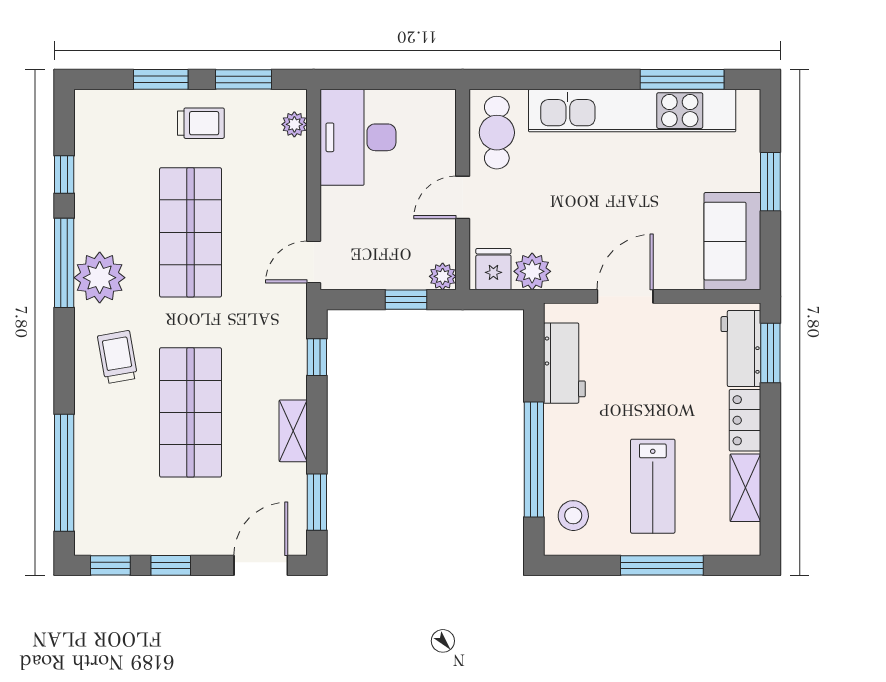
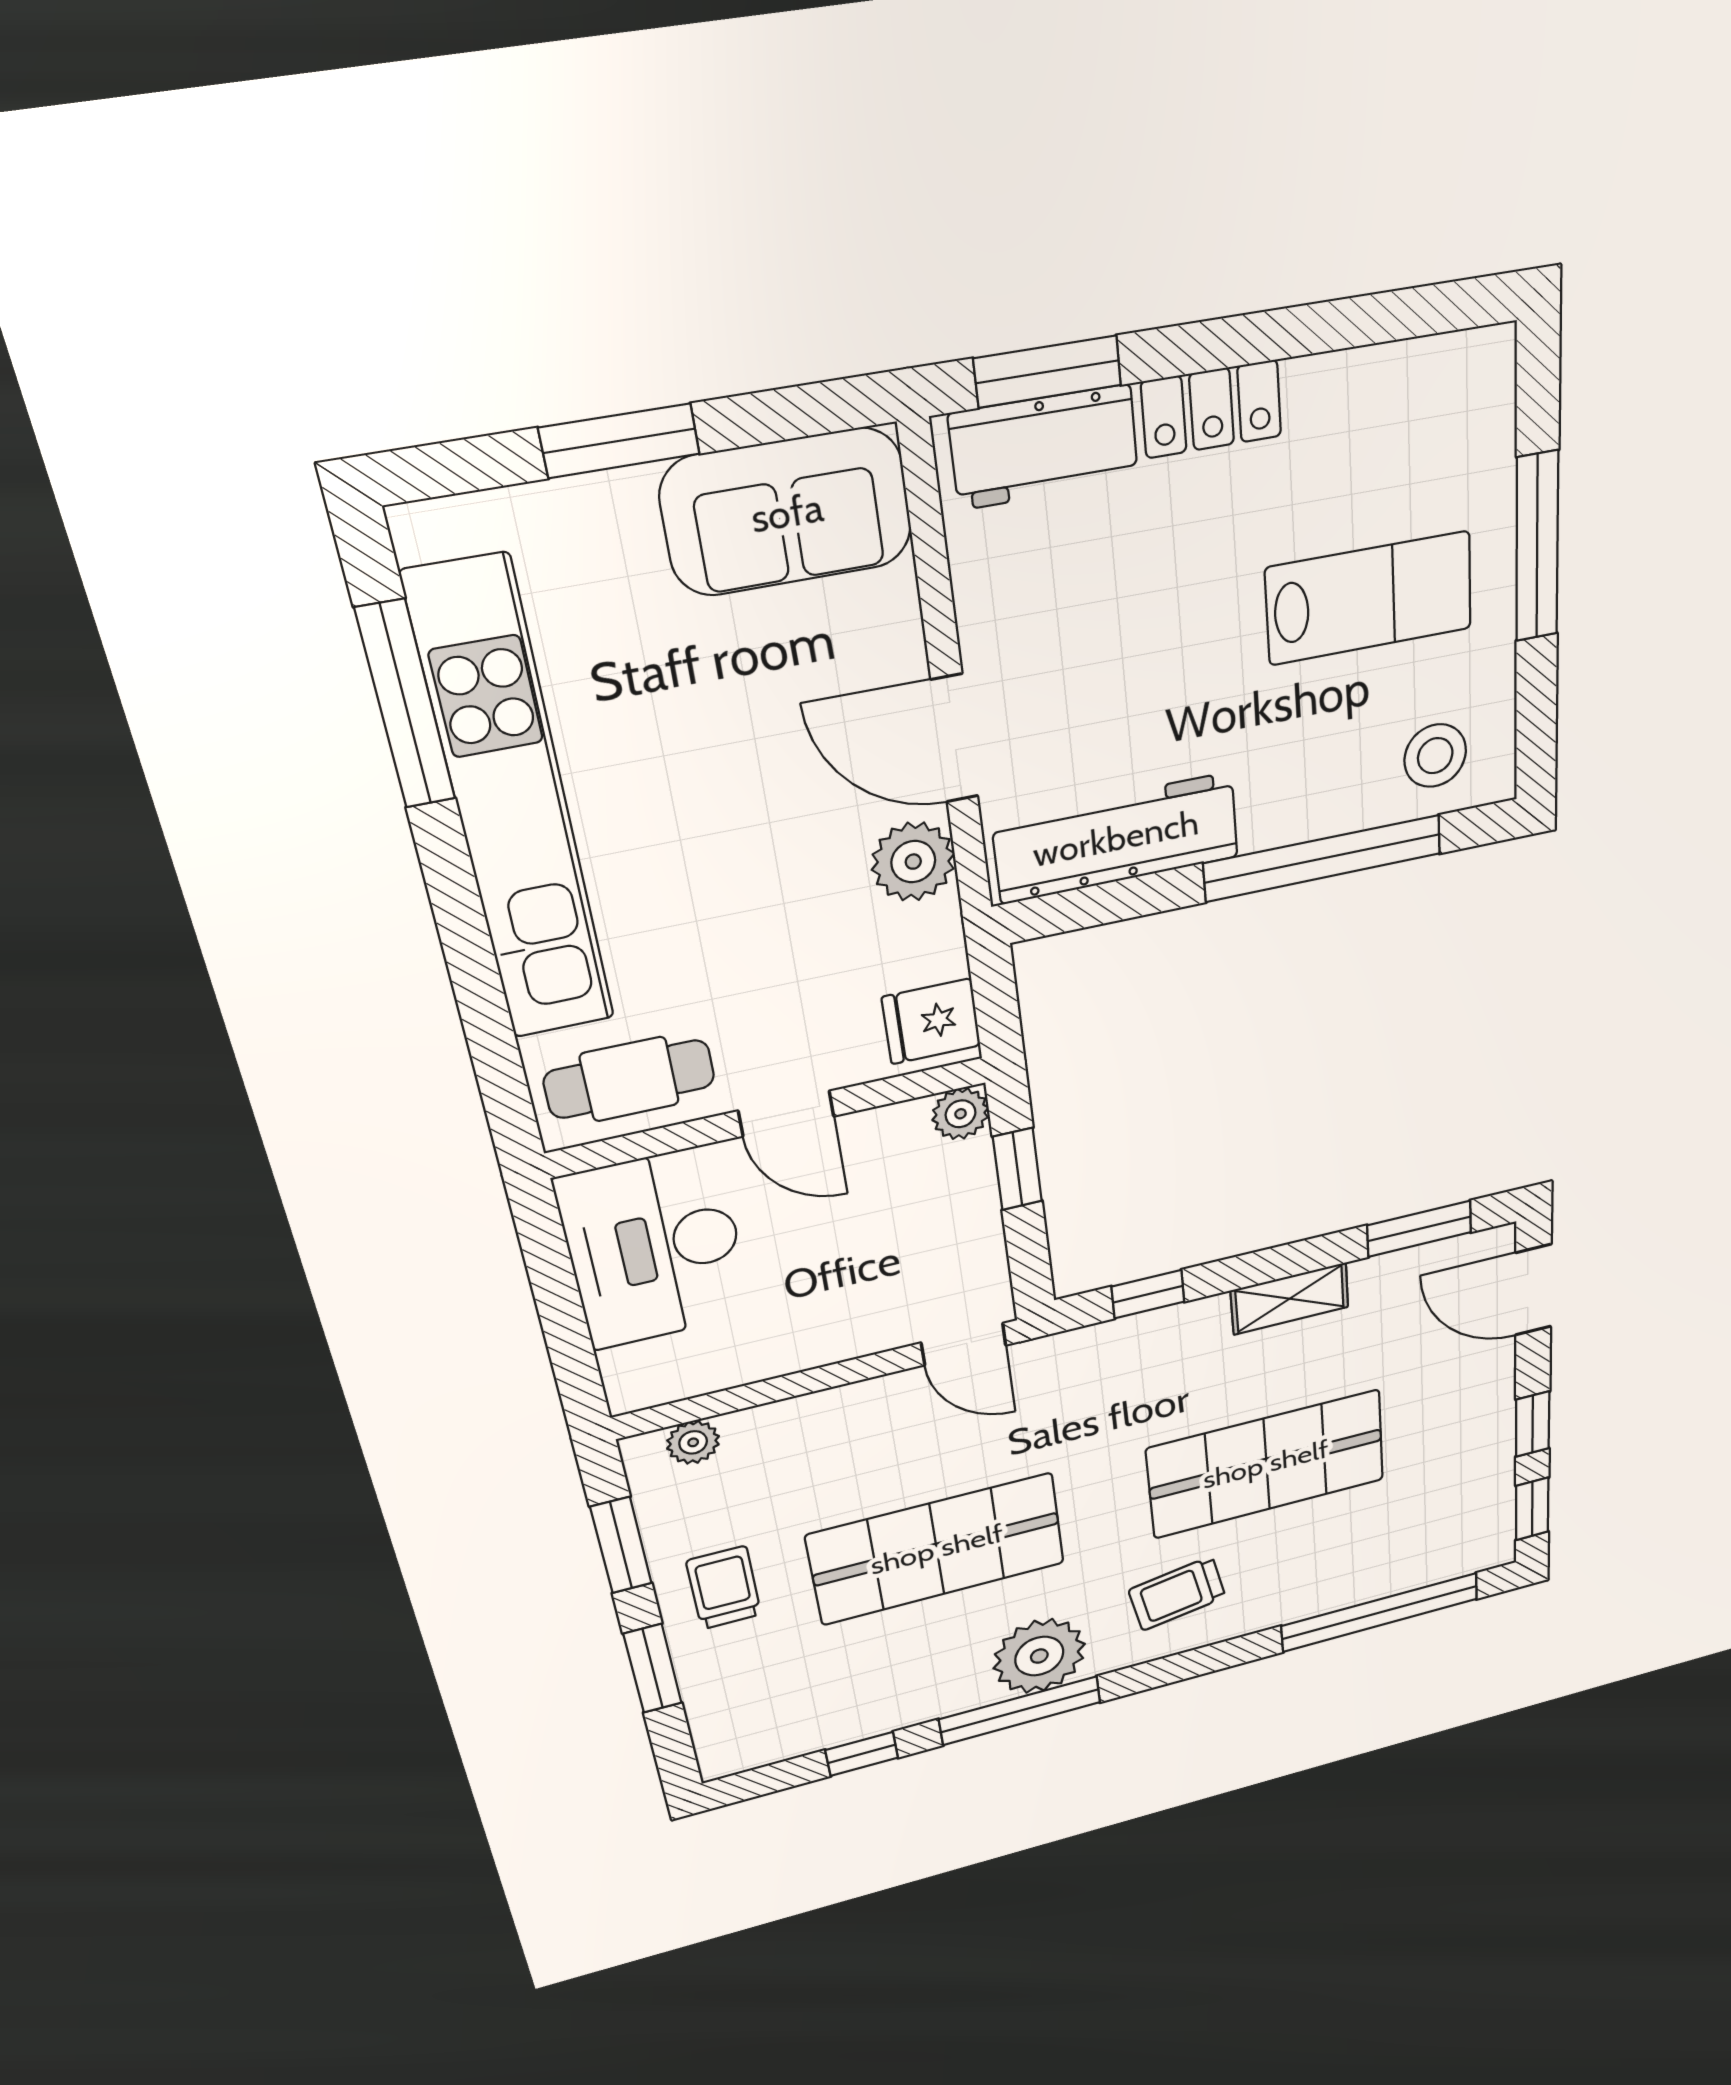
desk: (358, 137) -> (655, 1248), moved, turned 90
plant: (532, 271) -> (913, 862), moved
workbench: (564, 363) -> (1116, 838), width x1.38
shelving: (745, 488) -> (1366, 382), removed

